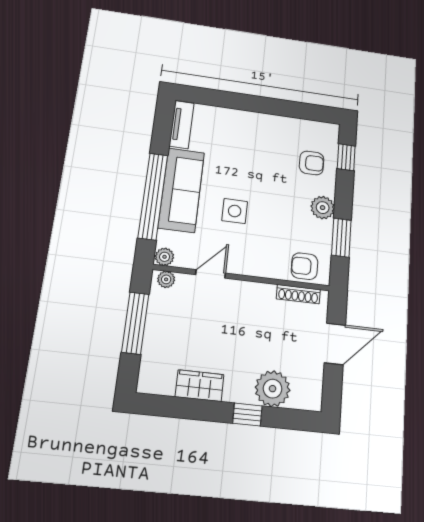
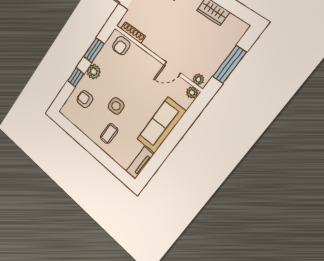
coffee table: (248, 137) -> (109, 134), added
window: (346, 157) -> (76, 77), moved
window: (153, 196) -> (179, 131), removed
side table: (235, 211) -> (116, 106), moved
armchair: (304, 266) -> (121, 46), turned 90

